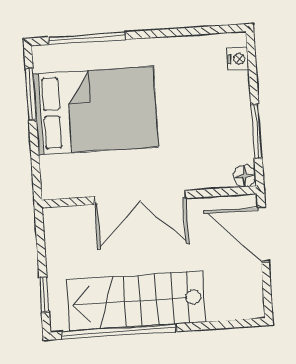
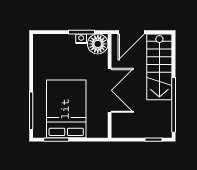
nightstand: (238, 59) -> (81, 39), moved
floor lamp: (245, 176) -> (98, 44), width x1.89, depth x1.89
stairs: (136, 301) -> (159, 67), moved

